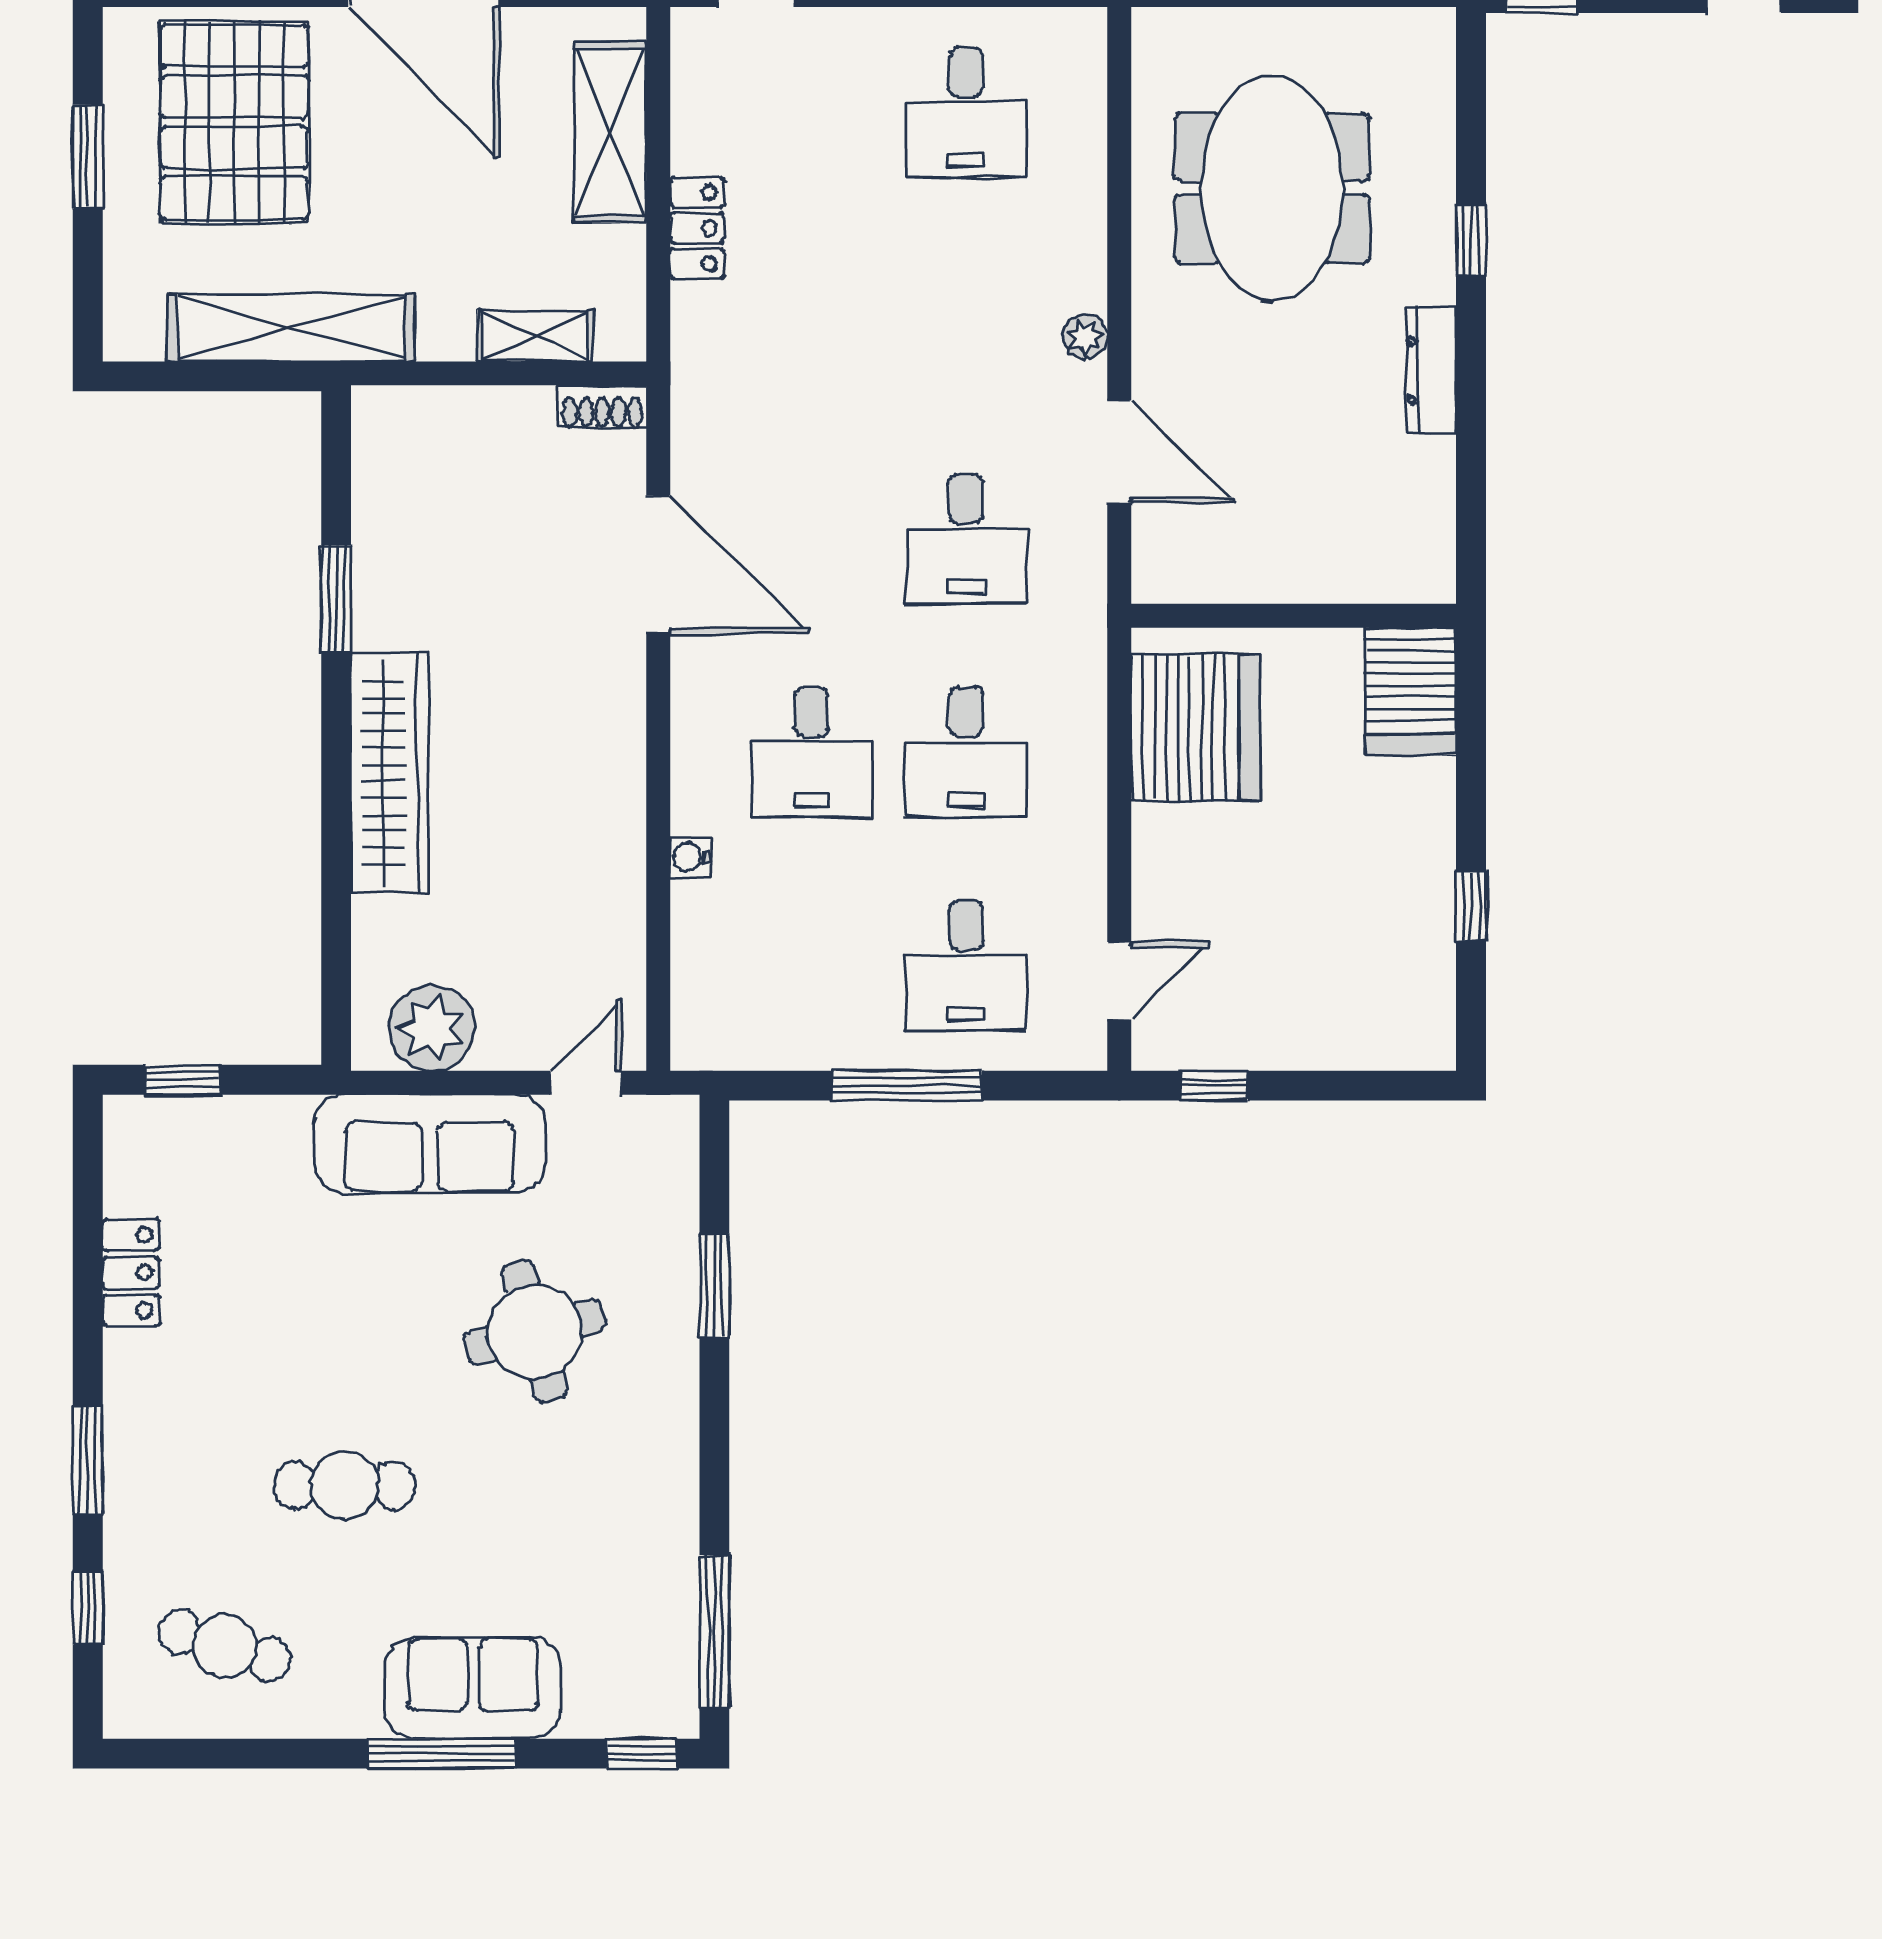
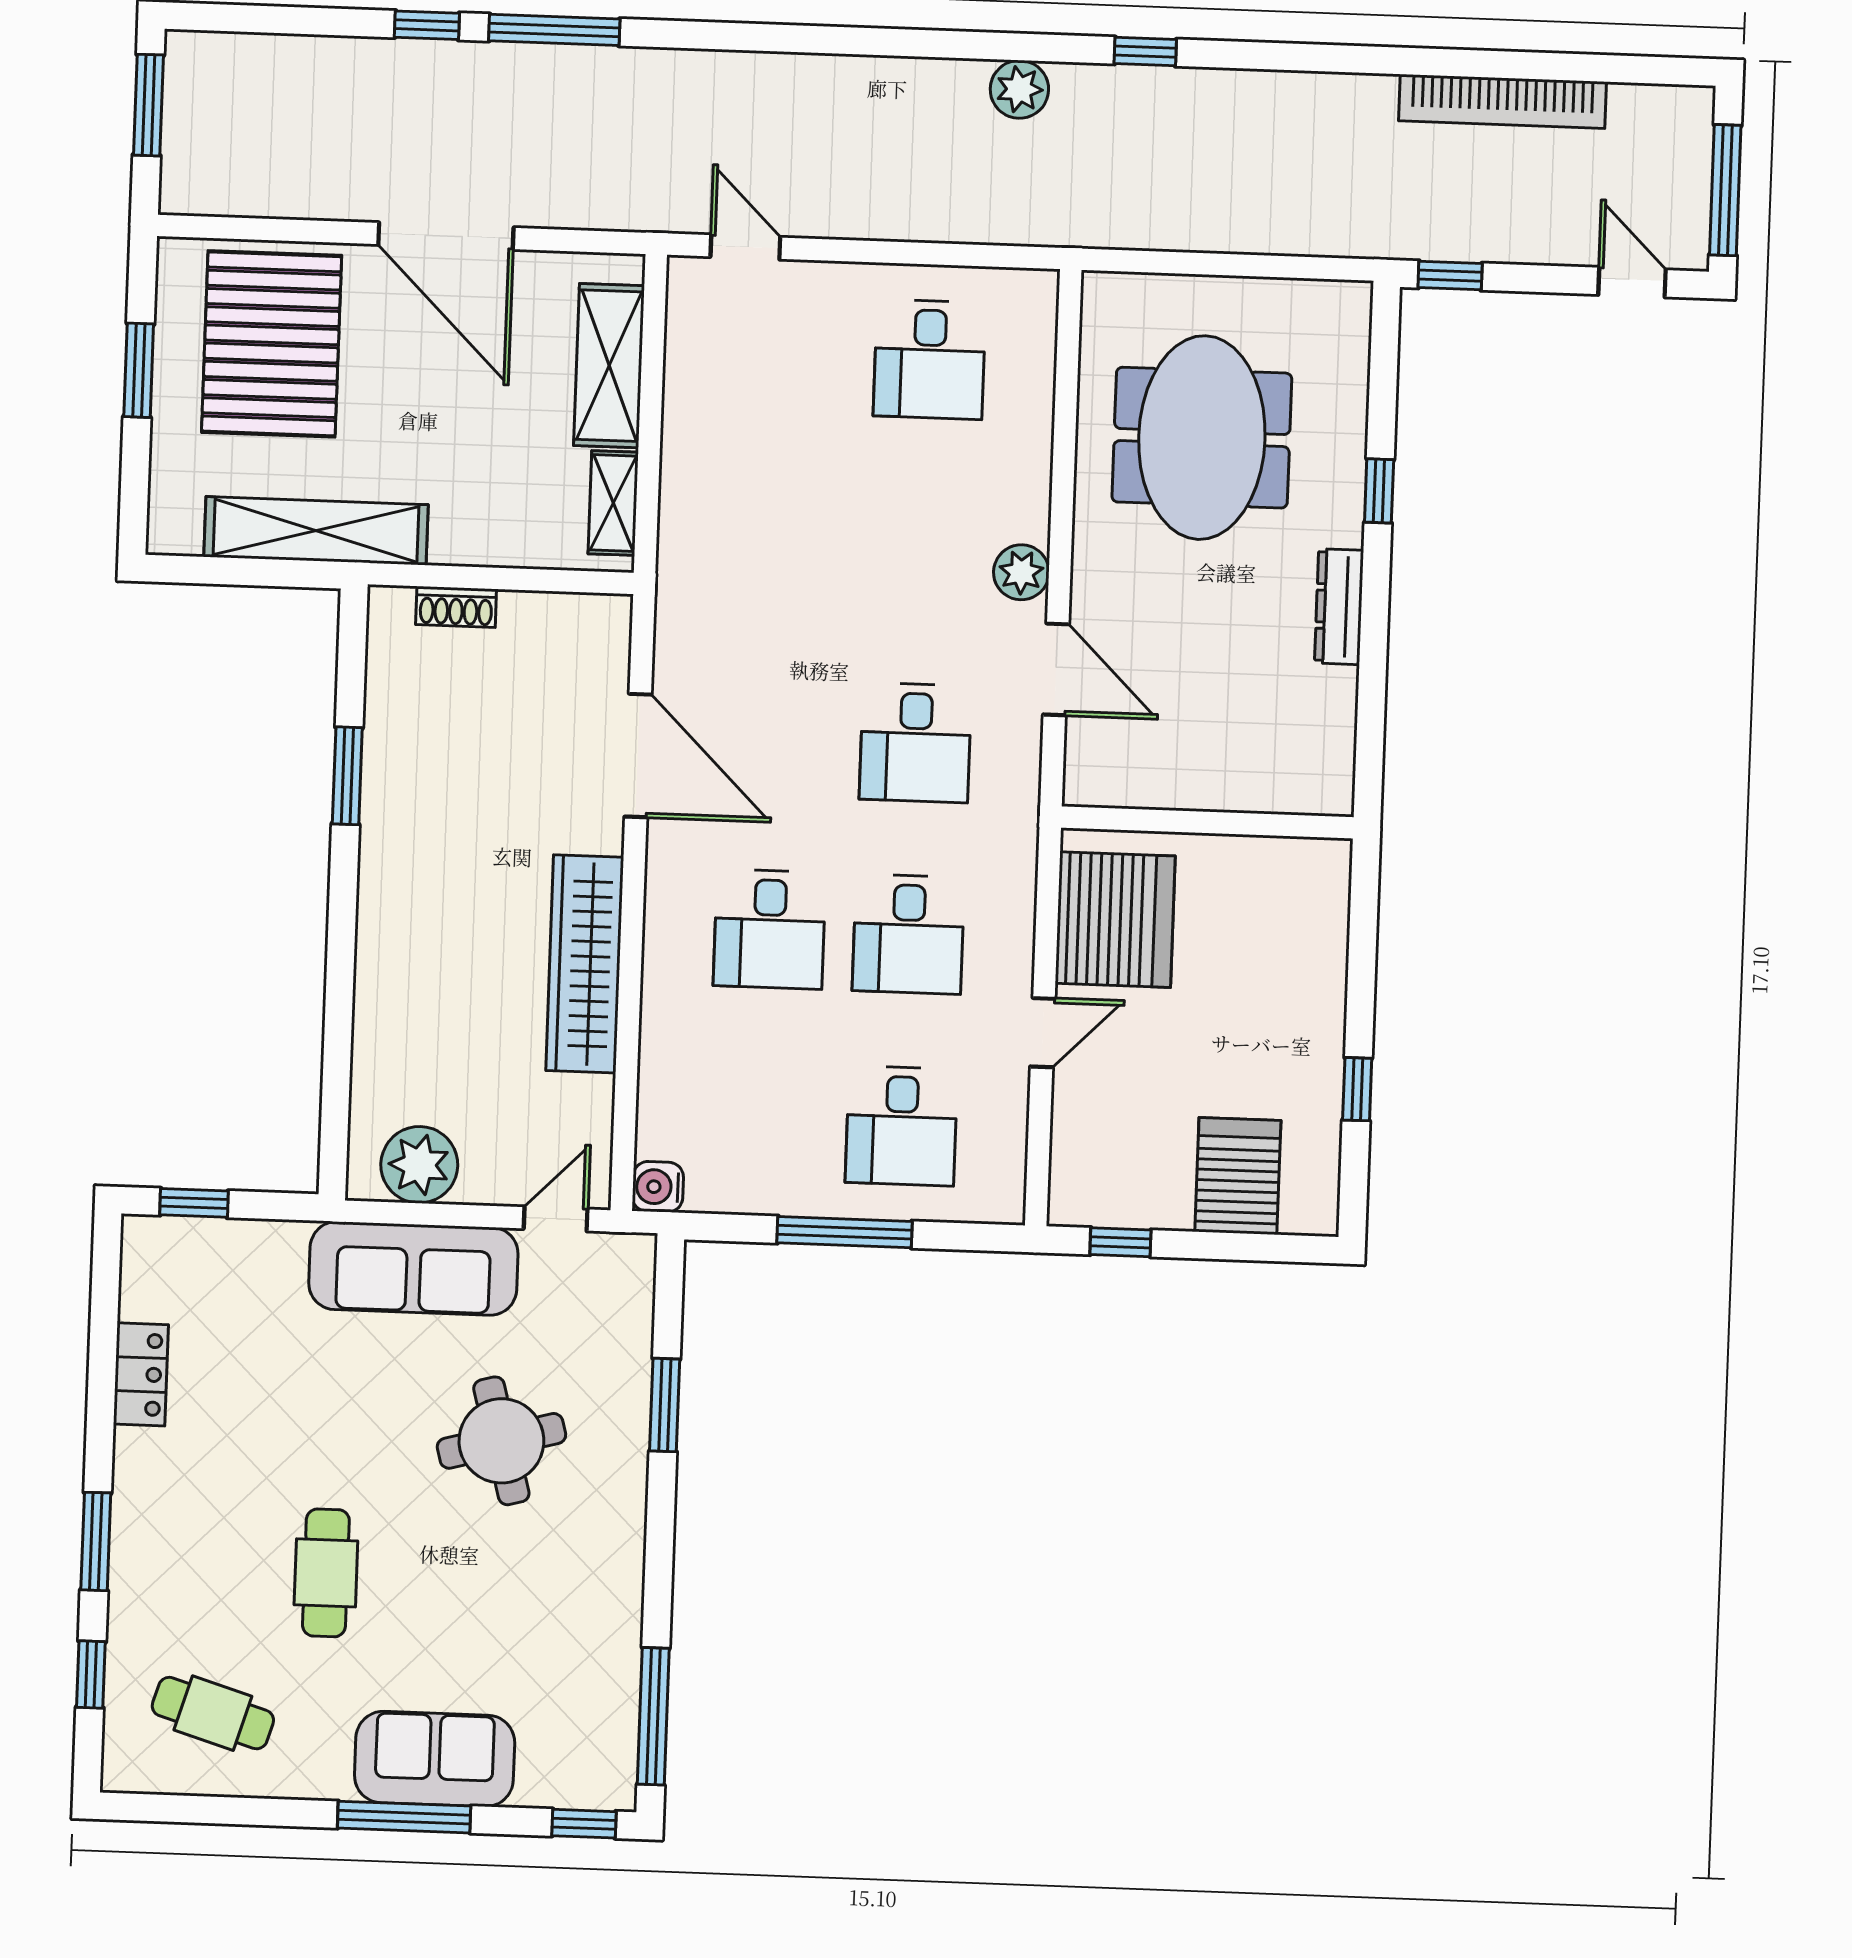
locker: (697, 228) -> (684, 454), removed
shelving: (535, 336) -> (613, 503), moved, turned 90
plant: (1085, 337) -> (1021, 572), width x1.38, depth x1.38
shoe rack: (602, 407) -> (456, 607), moved
server rack: (1411, 691) -> (1238, 1176), moved, turned 180
wardrobe: (390, 773) -> (585, 964), moved, turned 180
water cooler: (690, 857) -> (658, 1187), moved, width x1.38, depth x1.38
door: (1119, 981) -> (1043, 1033), moved
cafe table: (345, 1485) -> (326, 1573), turned 90

